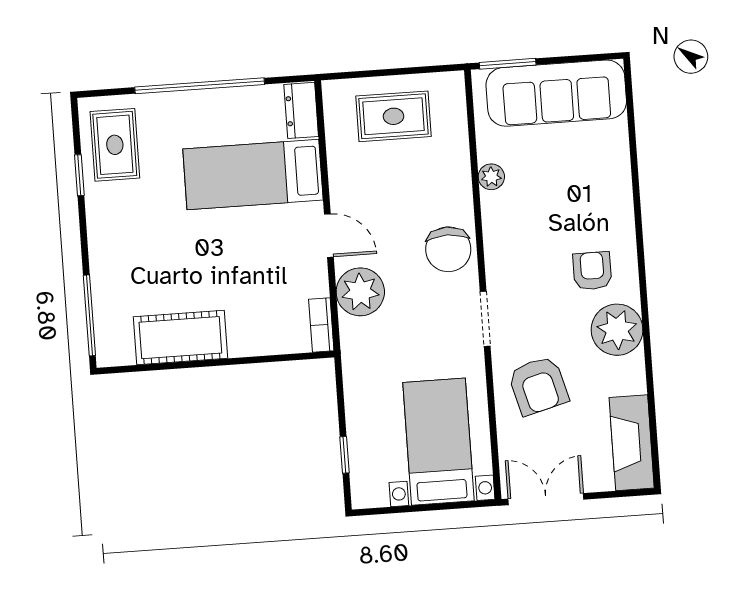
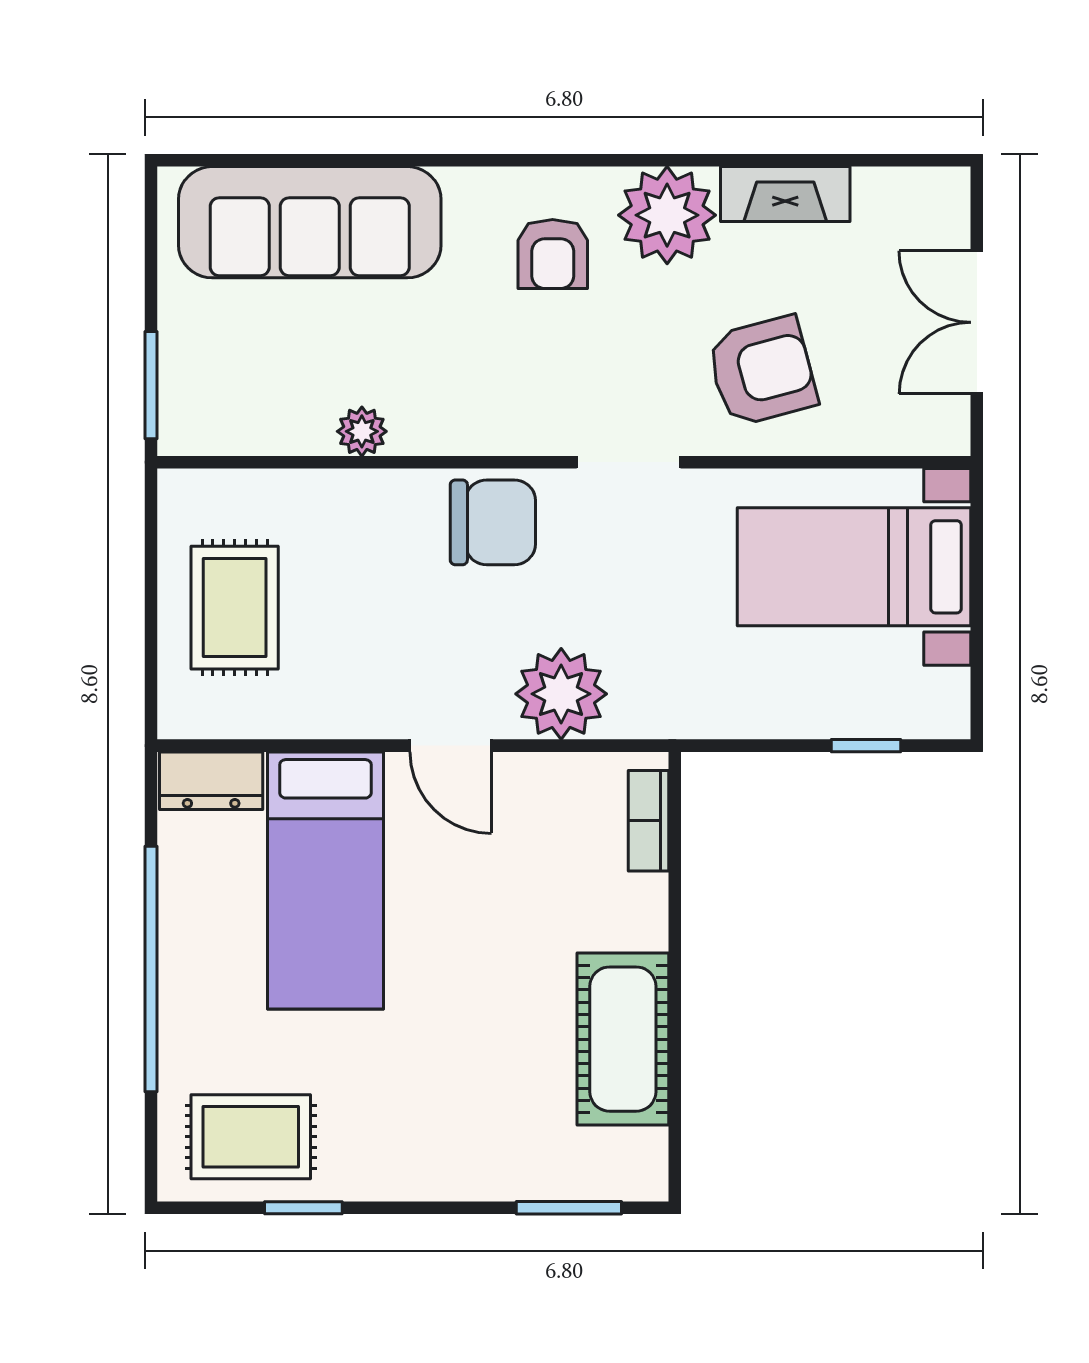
sofa: (556, 93) -> (310, 222), moved, turned 90
door: (329, 236) -> (451, 746), swing flipped
armchair: (592, 271) -> (553, 254), turned -90
window: (89, 315) -> (569, 1208), width x0.69
bookcase: (321, 325) -> (648, 821), moved, turned 90
fireplace: (632, 443) -> (785, 194), moved, width x0.73, depth x0.76
double door: (546, 499) -> (977, 322), moved

